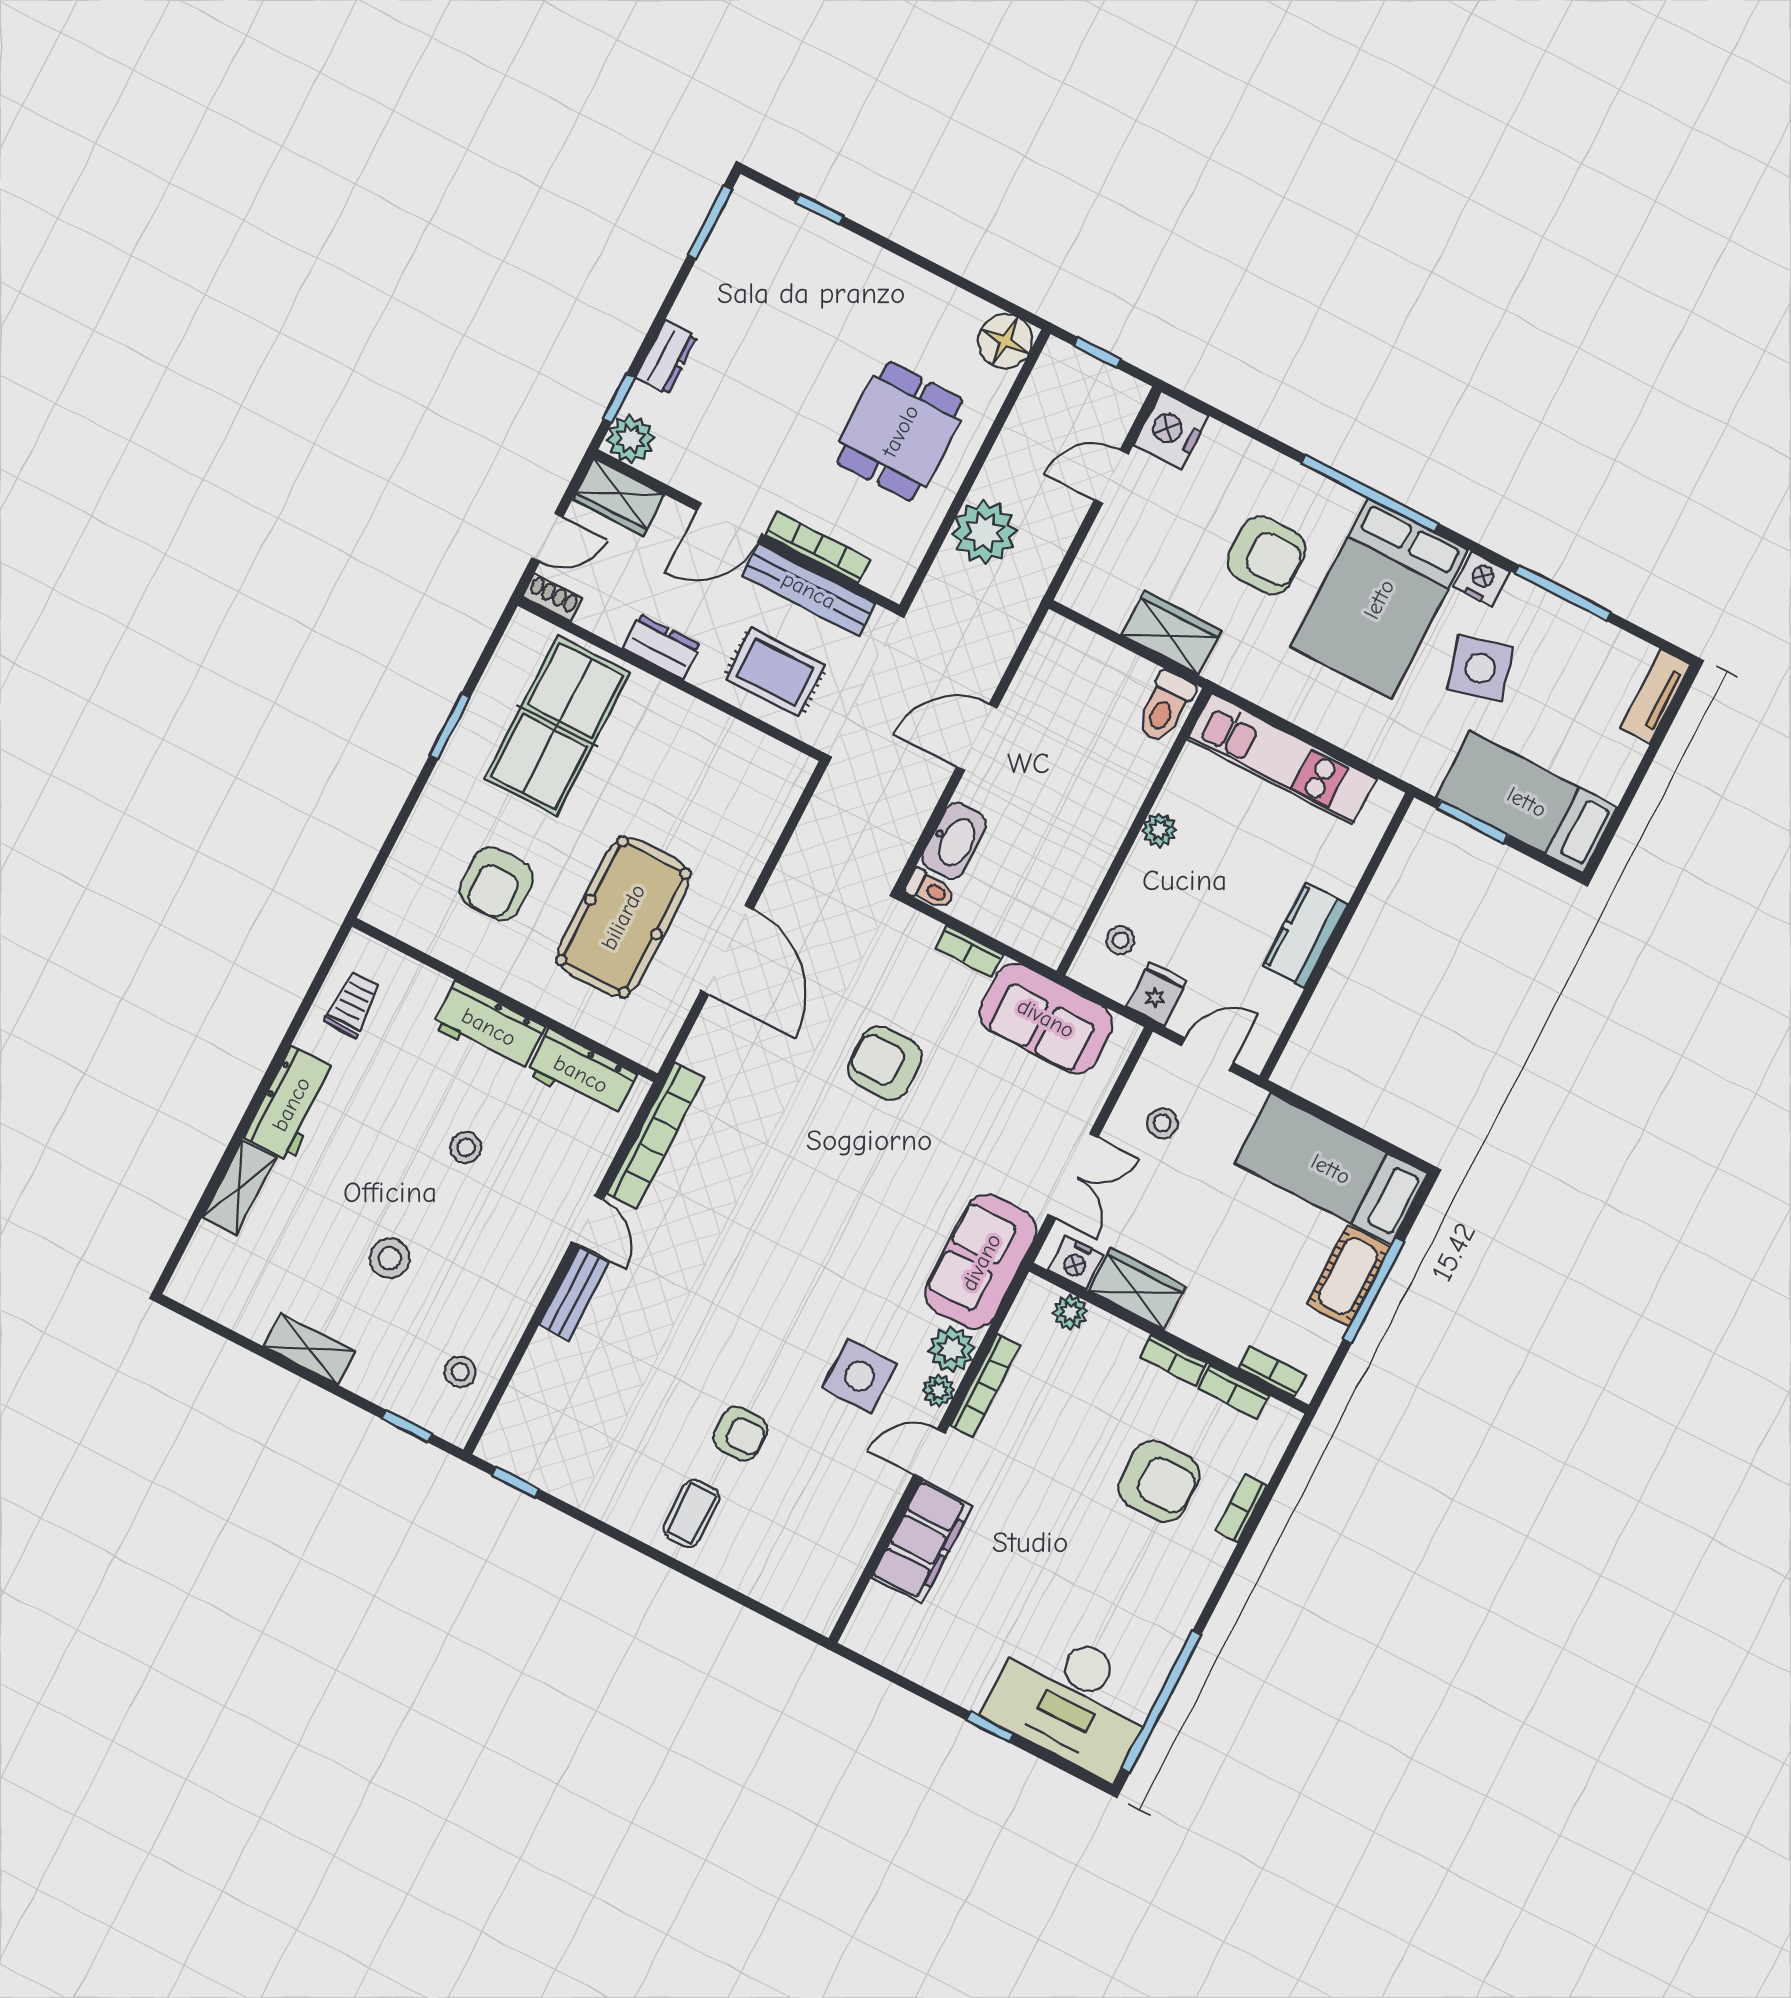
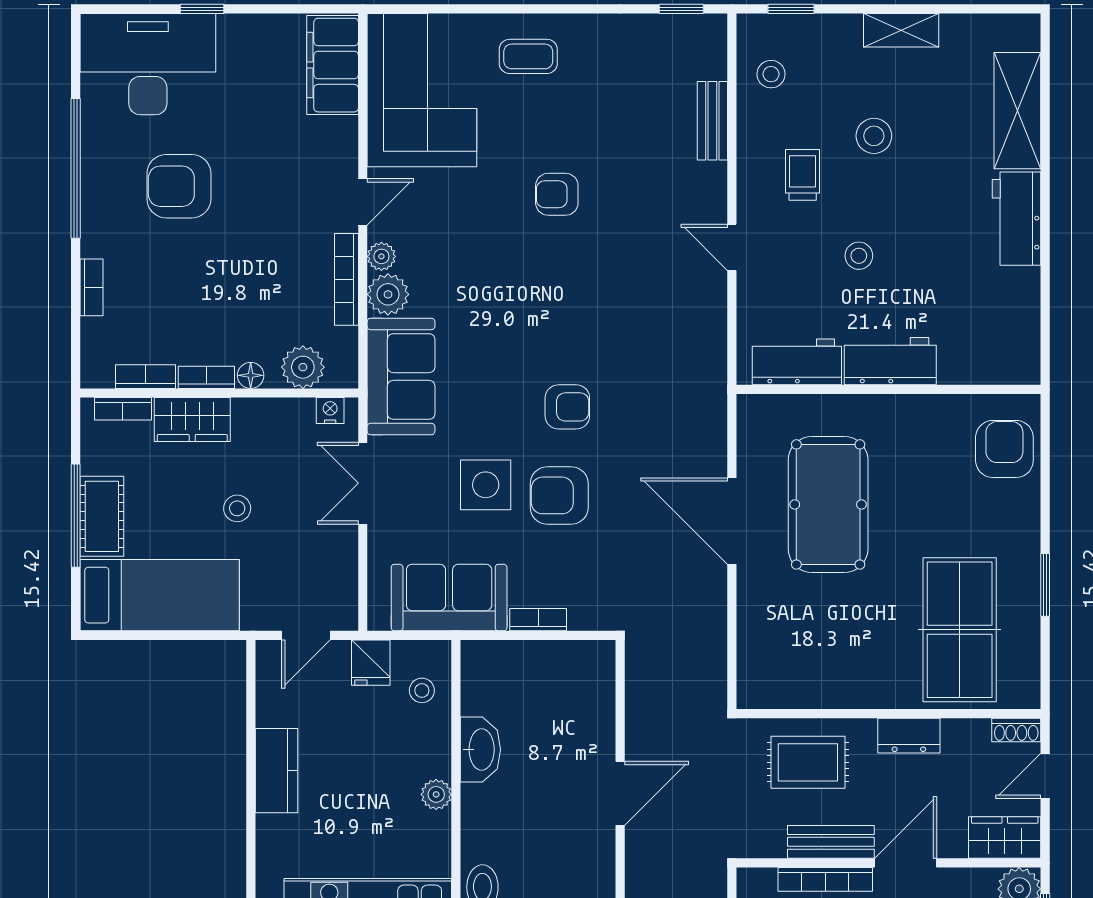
bench: (809, 590) -> (831, 842), width x0.73
washbasin: (954, 841) -> (480, 750), moved, turned 180
armchair: (497, 884) -> (1004, 449), moved
toilet: (930, 889) -> (595, 653), removed
trolley: (353, 1004) -> (803, 175), moved, turned 180
armchair: (885, 1063) -> (559, 495), turned 180
stool: (1162, 1123) -> (237, 508), moved
bookcase: (656, 1135) -> (712, 343), removed
armchair: (832, 1147) -> (567, 407), added
shelving: (239, 1188) -> (1017, 111), width x1.50, depth x1.33
nightstand: (1076, 1262) -> (330, 411), width x0.72, depth x0.74
wardrobe: (1138, 1289) -> (192, 420), moved
bench: (574, 1294) -> (712, 121), moved
plant: (1070, 1312) -> (303, 367), width x1.38, depth x1.38
floor lamp: (1129, 1340) -> (251, 375), added
side table: (859, 1376) -> (486, 485), moved
armchair: (740, 1434) -> (557, 194), moved
armchair: (1159, 1481) -> (179, 186), moved
coffee table: (691, 1513) -> (528, 56), turned 90
corner sofa: (814, 1534) -> (422, 90), added
filing cabinet: (922, 1542) -> (333, 65), moved
window: (1161, 1702) -> (76, 168), moved

